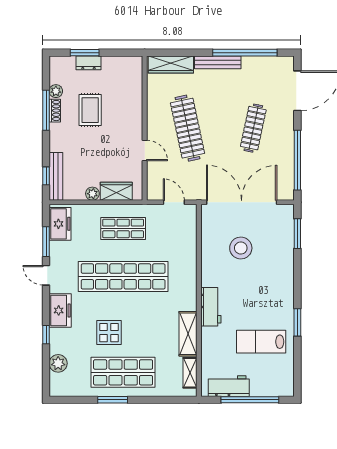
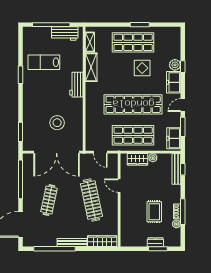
shop shelf: (123, 228) -> (133, 135), width x1.43, depth x1.36
door: (46, 275) -> (183, 105), swing flipped
lab bench: (261, 342) -> (44, 62), turned 180
plant: (58, 363) -> (175, 65), moved

